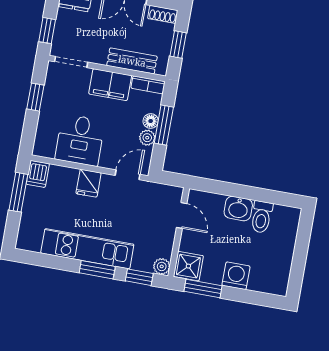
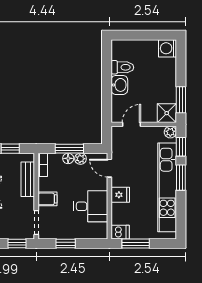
filing cabinet: (110, 85) -> (47, 199), width x0.50
kitchen unit: (87, 249) -> (167, 187), width x1.36
washing machine: (236, 276) -> (168, 48), moved

